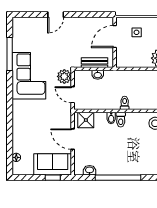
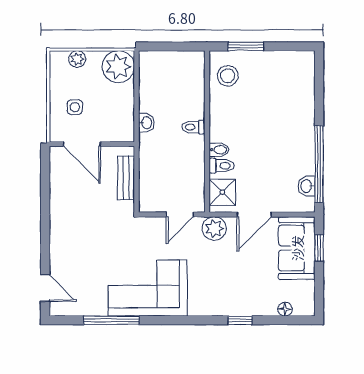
door: (56, 15) -> (45, 288), moved
washbasin: (98, 75) -> (146, 123), moved
plant: (64, 76) -> (214, 229), moved
toilet: (121, 120) -> (222, 166), moved
window: (10, 131) -> (240, 320), added
window: (118, 178) -> (319, 164), moved

